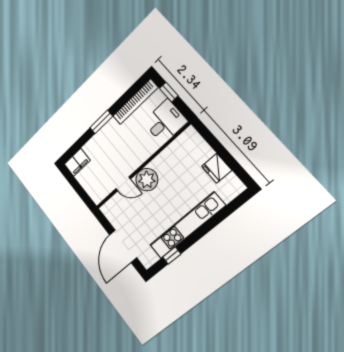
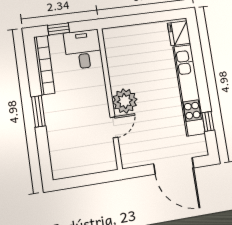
filing cabinet: (77, 162) -> (61, 164), removed
fridge: (217, 168) -> (179, 33), moved, turned 90

